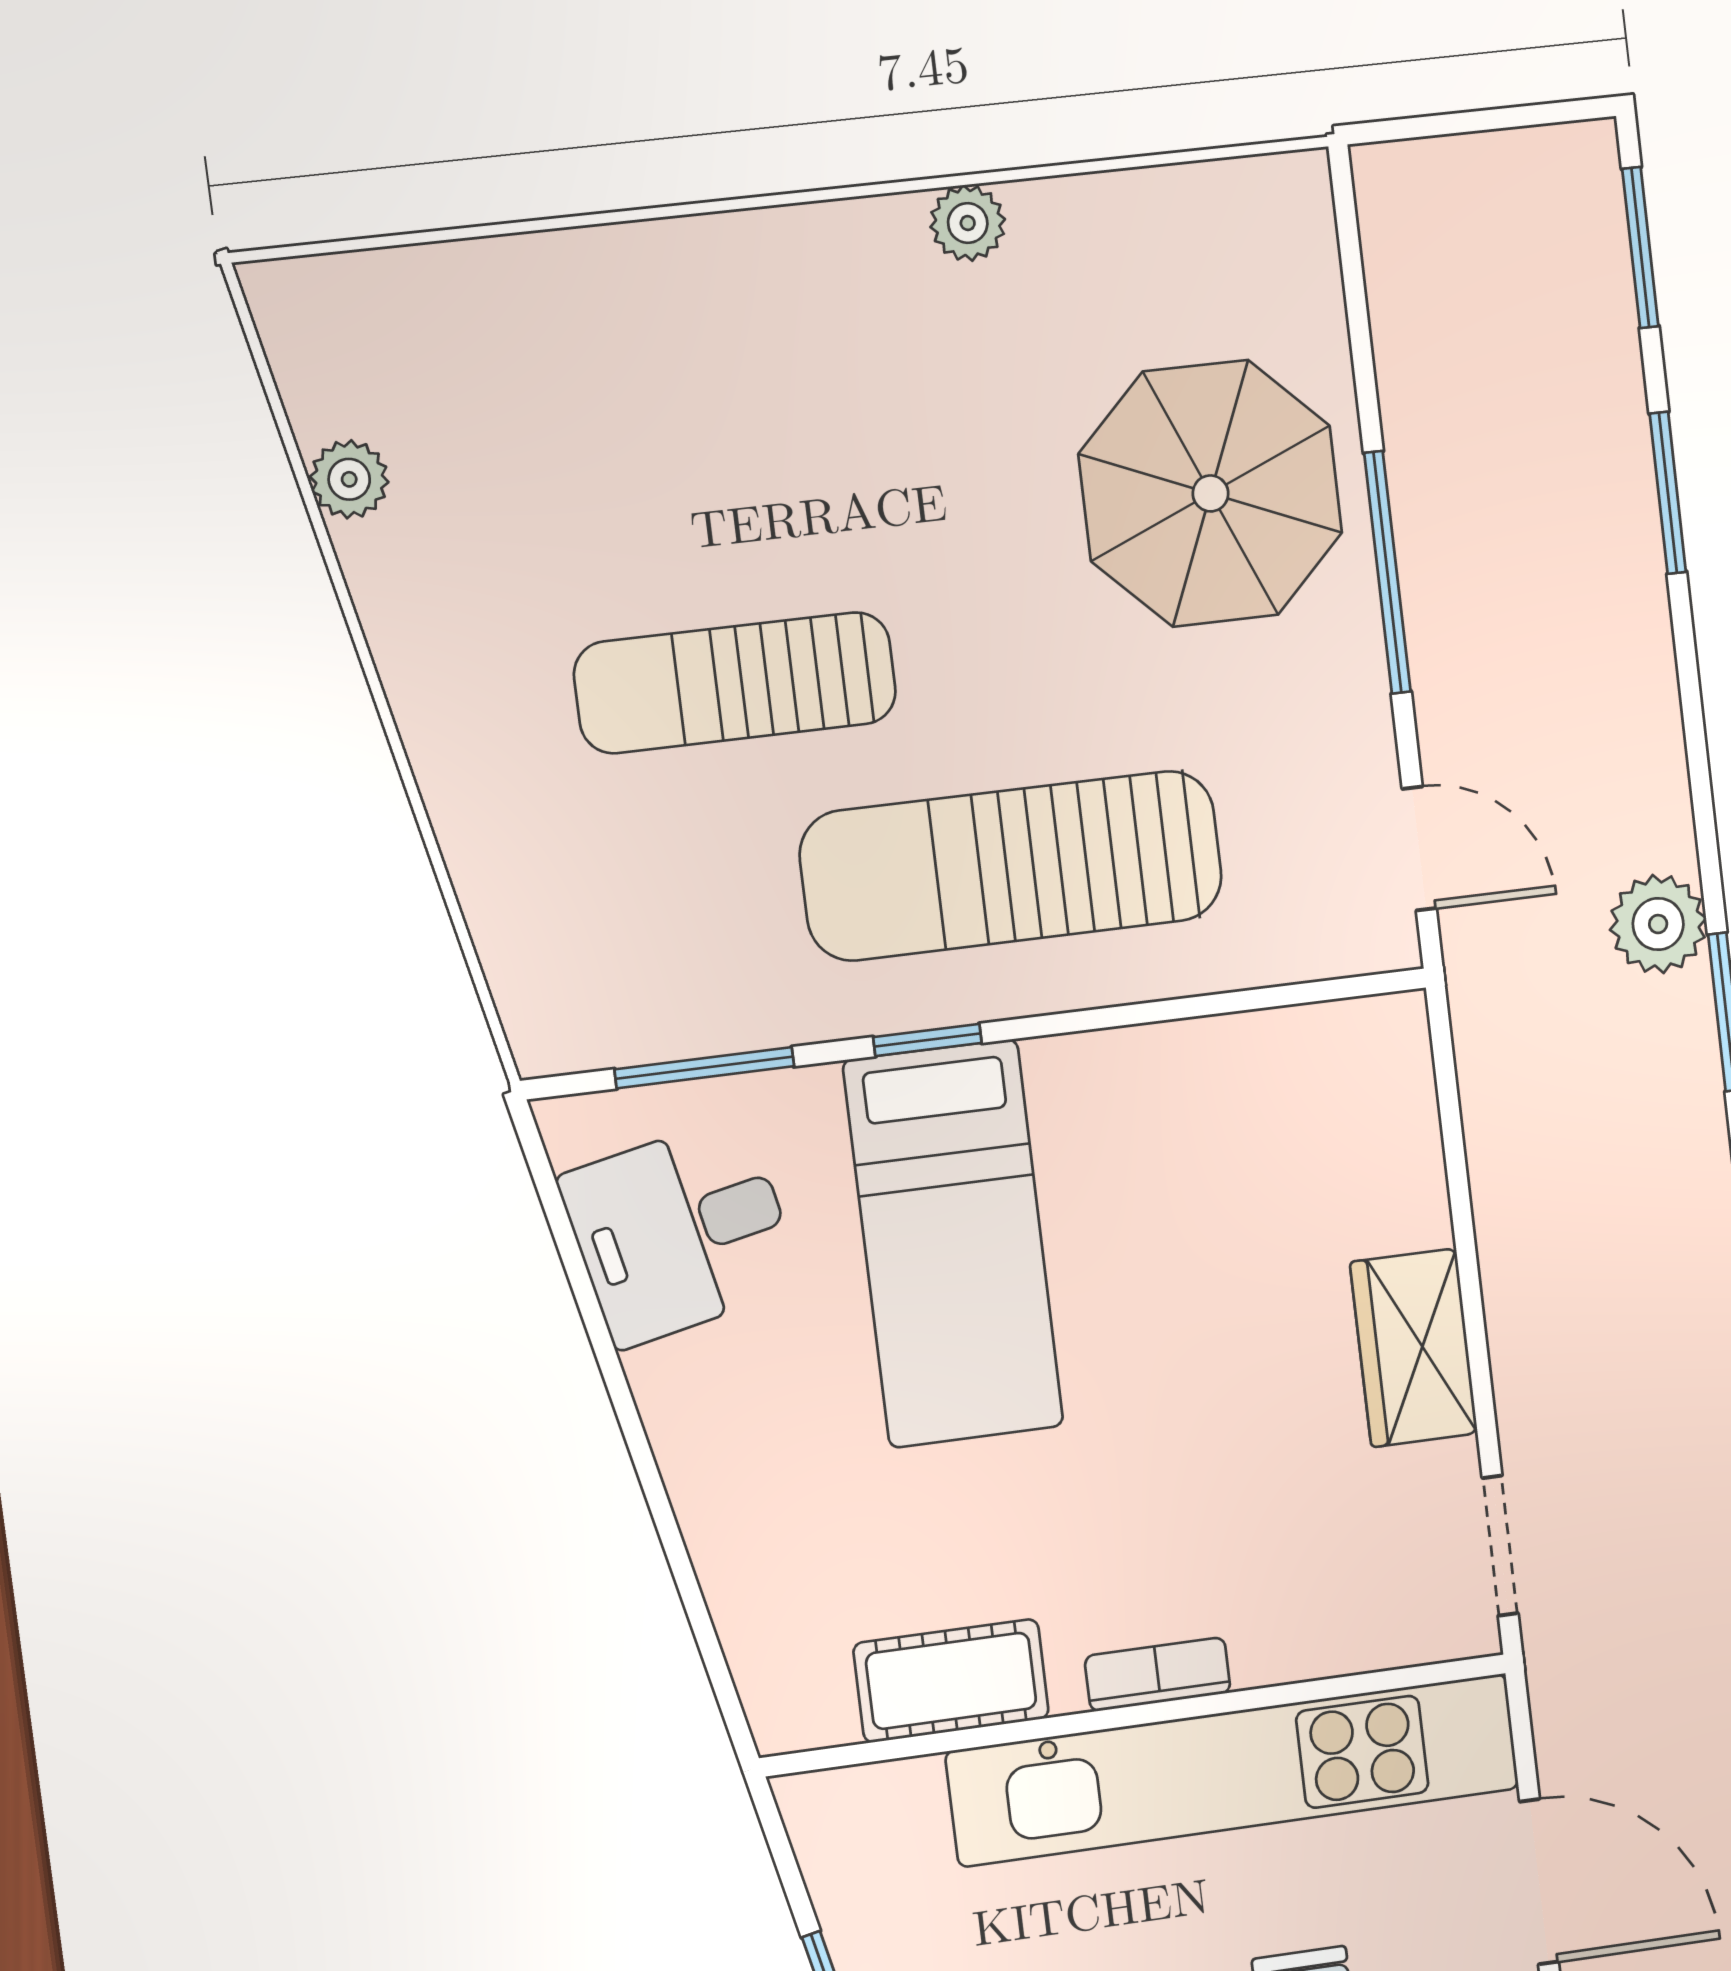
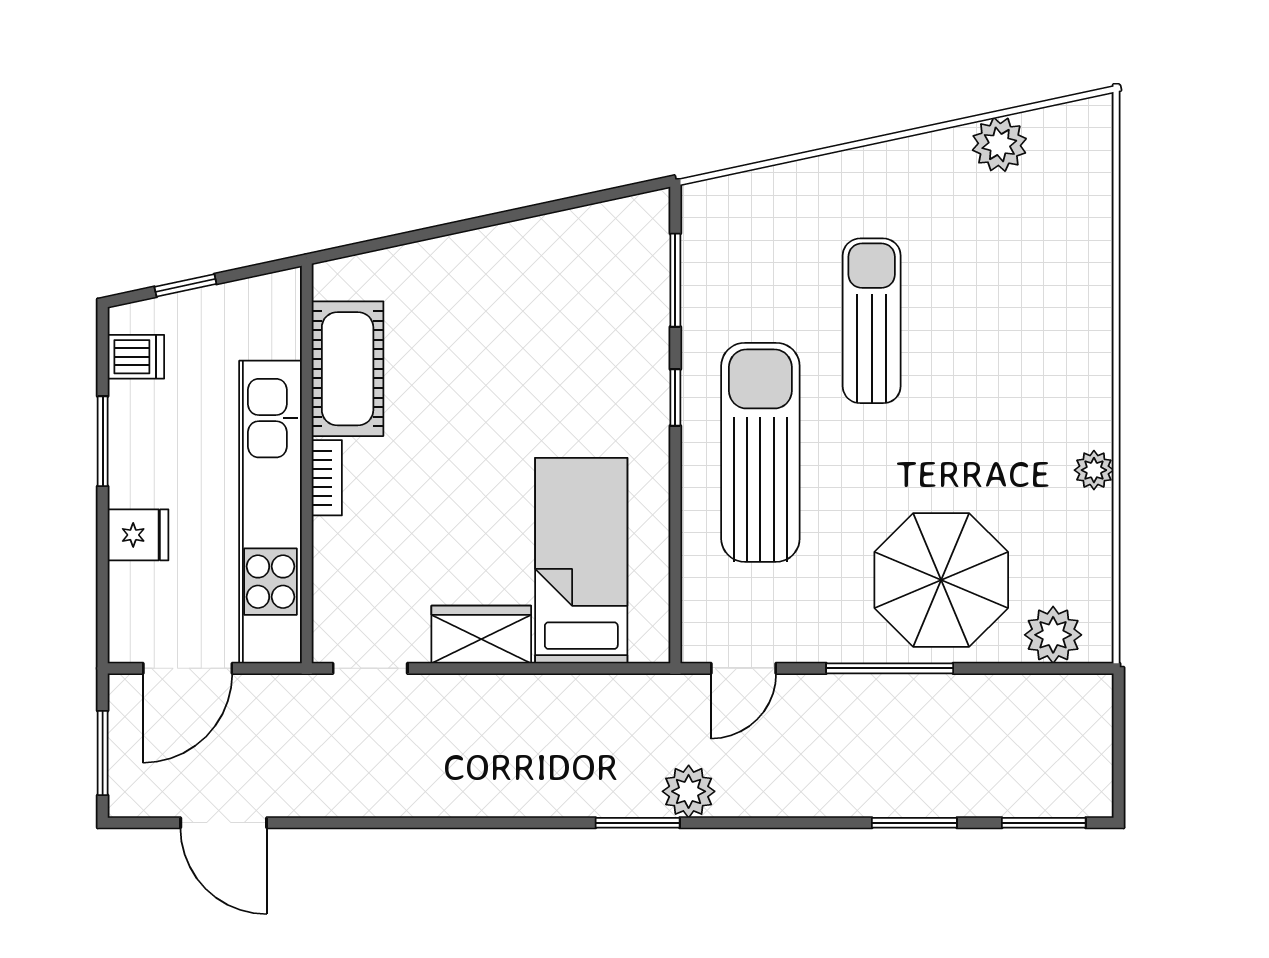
plant: (1289, 268) -> (1053, 635), added
plant: (349, 479) -> (999, 144), width x1.38, depth x1.38
desk: (681, 1232) -> (592, 257), removed
bed: (953, 1244) -> (581, 561), moved, turned 90
cot: (951, 1681) -> (348, 369), width x1.37, depth x1.34

